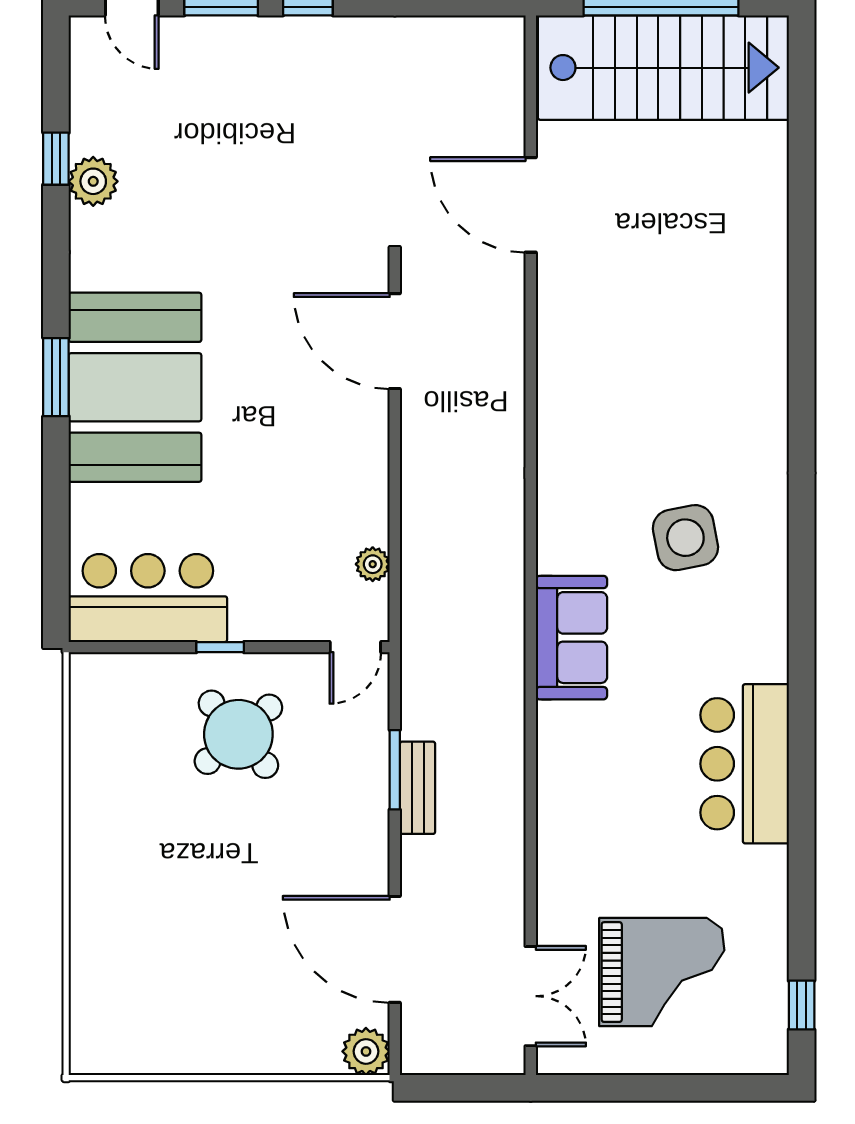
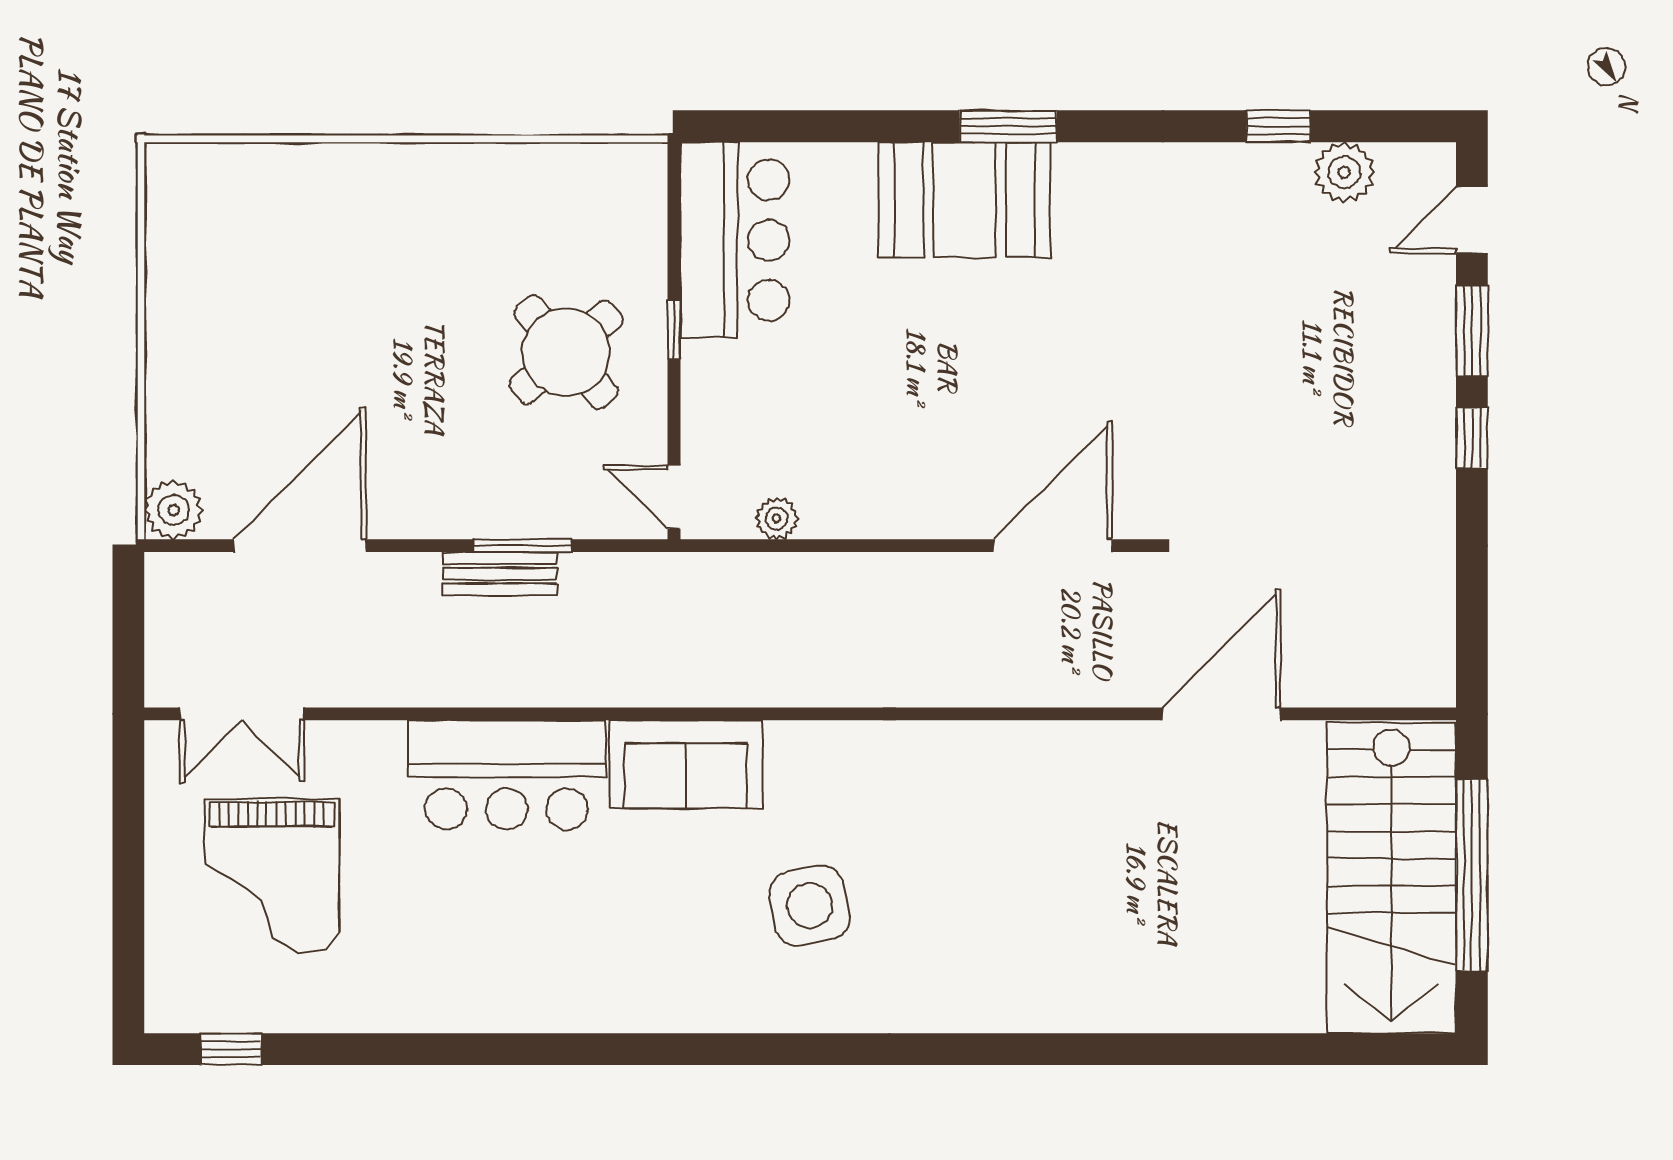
plant: (93, 181) -> (1344, 172), moved
booth: (135, 387) -> (965, 200), width x0.73, depth x0.70
bar counter: (745, 764) -> (507, 775), moved, turned 180

